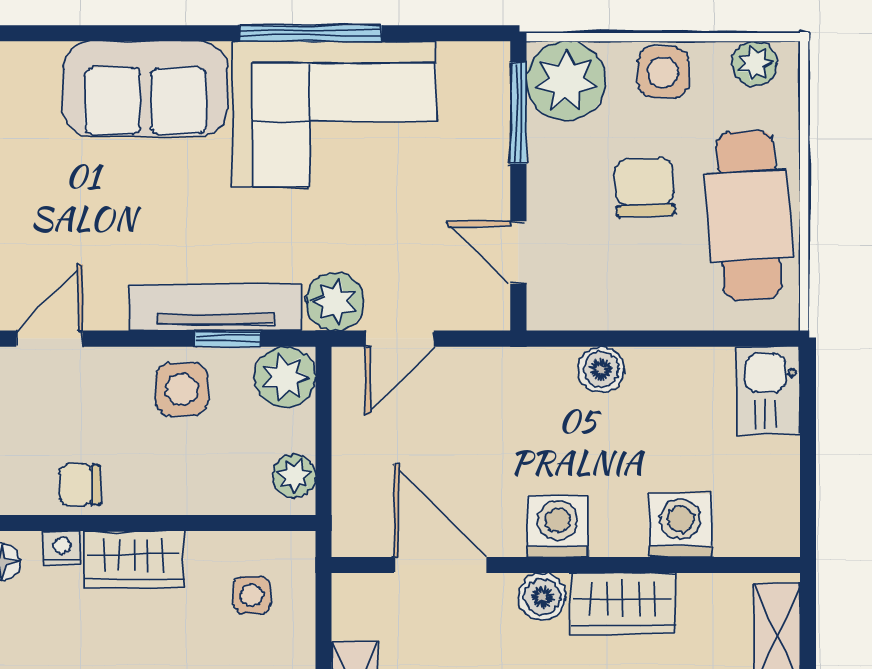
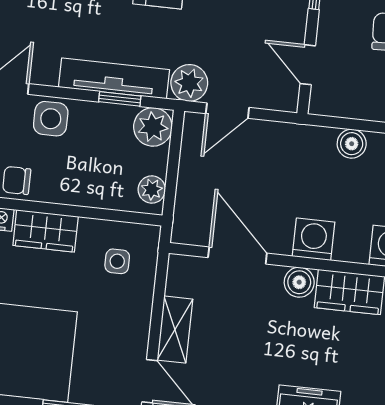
side table: (182, 389) -> (51, 119), moved

